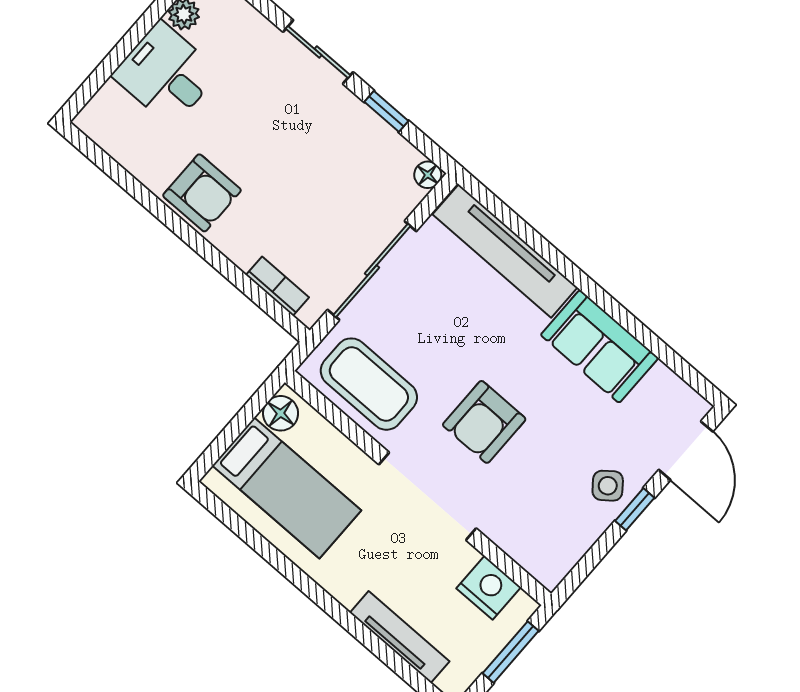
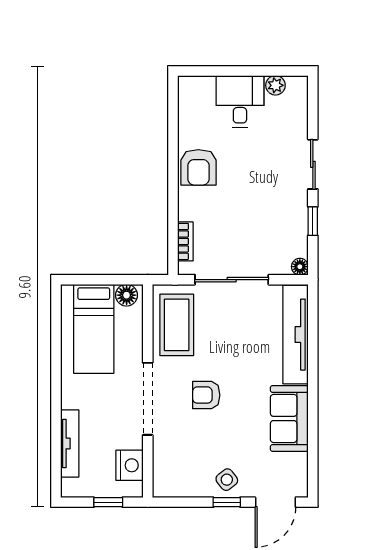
armchair: (484, 422) -> (206, 395), width x0.72, depth x0.72
window: (511, 652) -> (108, 502), width x0.67

